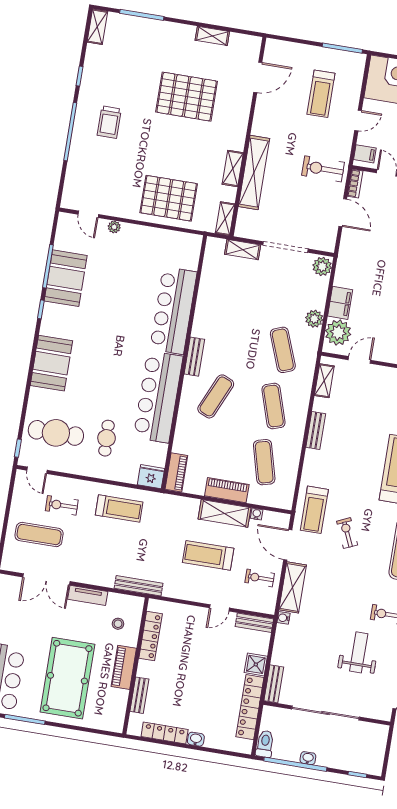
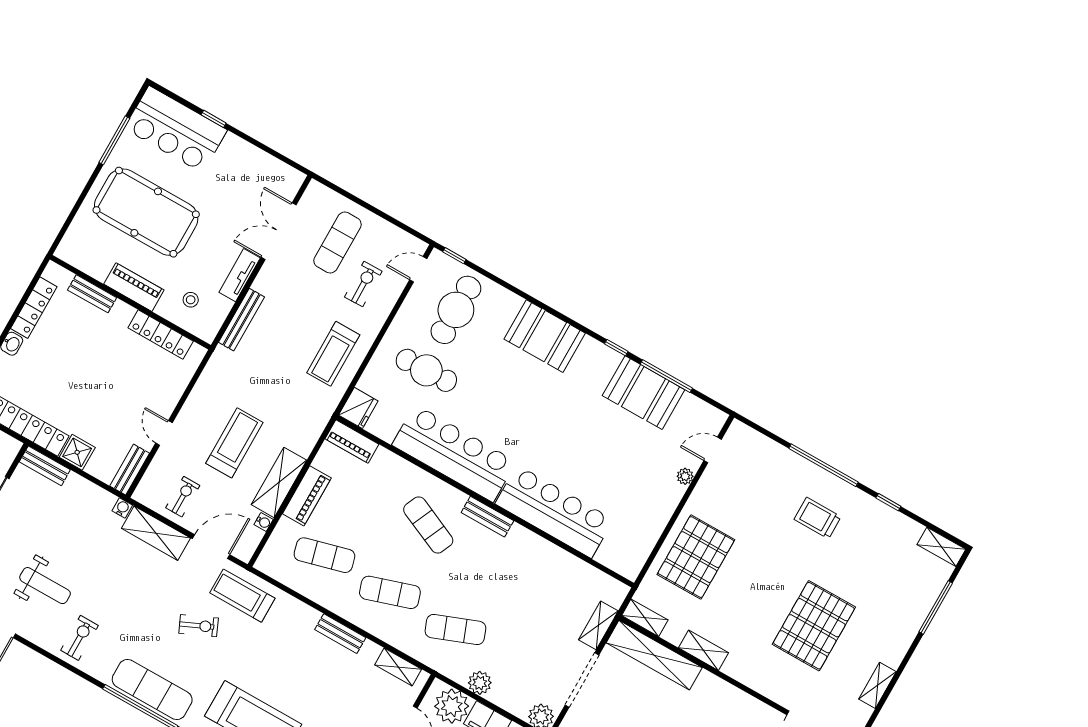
shelving: (254, 173) -> (654, 655), moved
cafe table: (107, 438) -> (426, 370), width x1.37, depth x1.35
bench: (139, 586) -> (241, 320), moved

